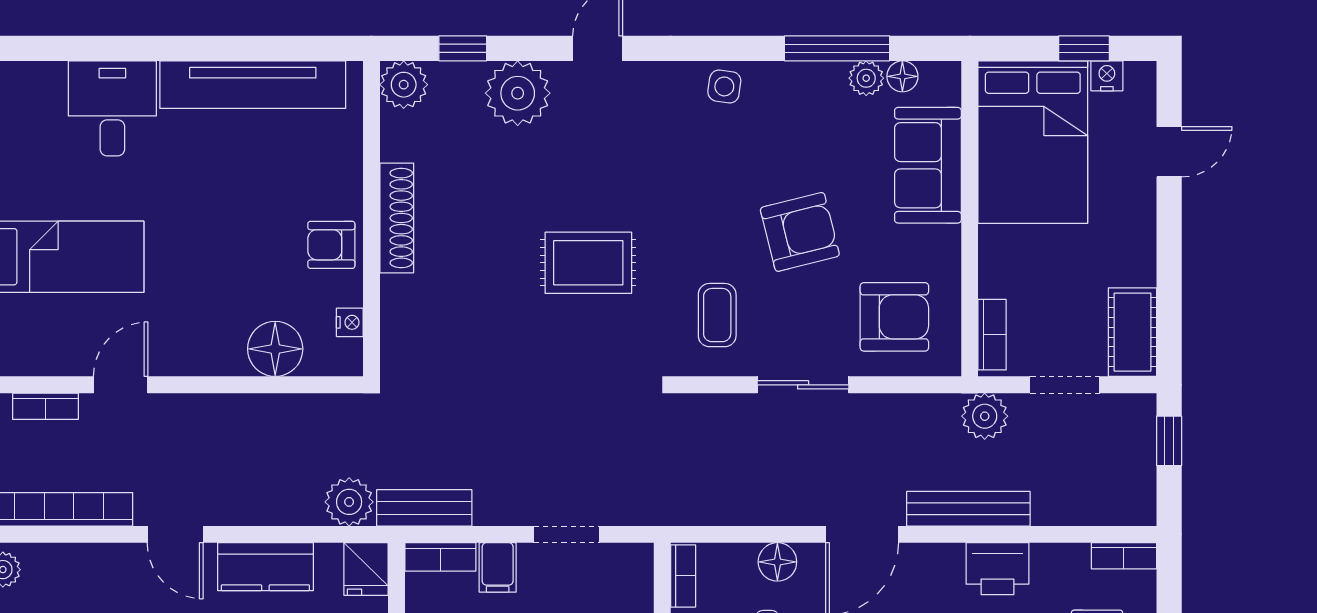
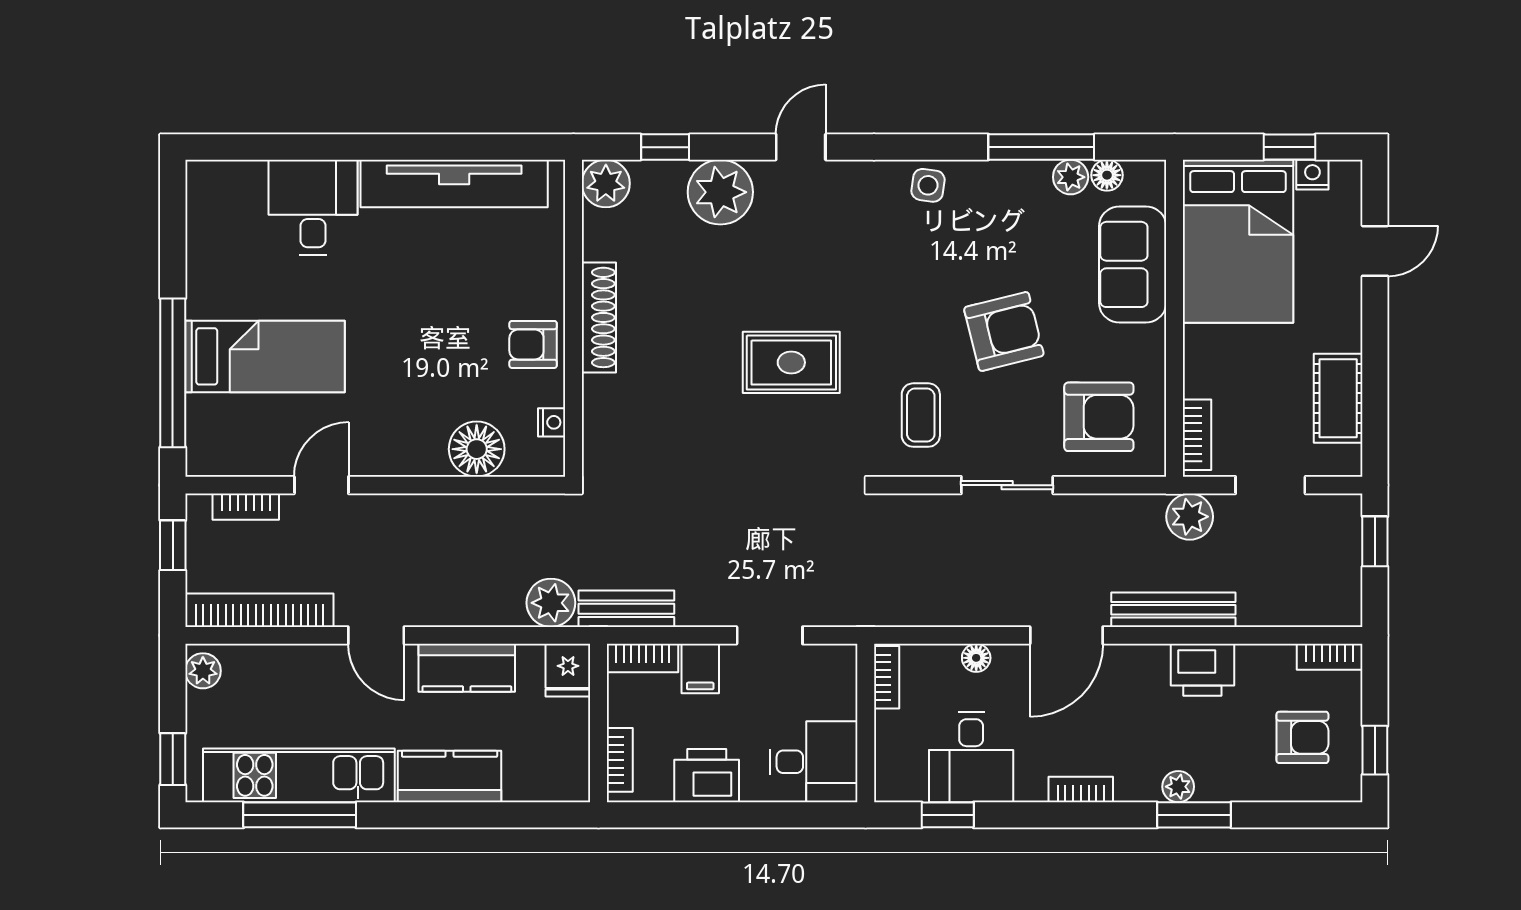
cot: (1132, 332) -> (1338, 398), moved
floor lamp: (777, 562) -> (976, 658), width x0.73, depth x0.73

